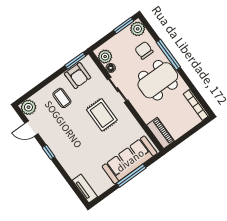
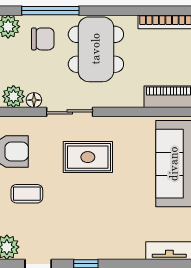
chair: (144, 50) -> (43, 39), turned 180
window: (168, 55) -> (50, 11), moved

